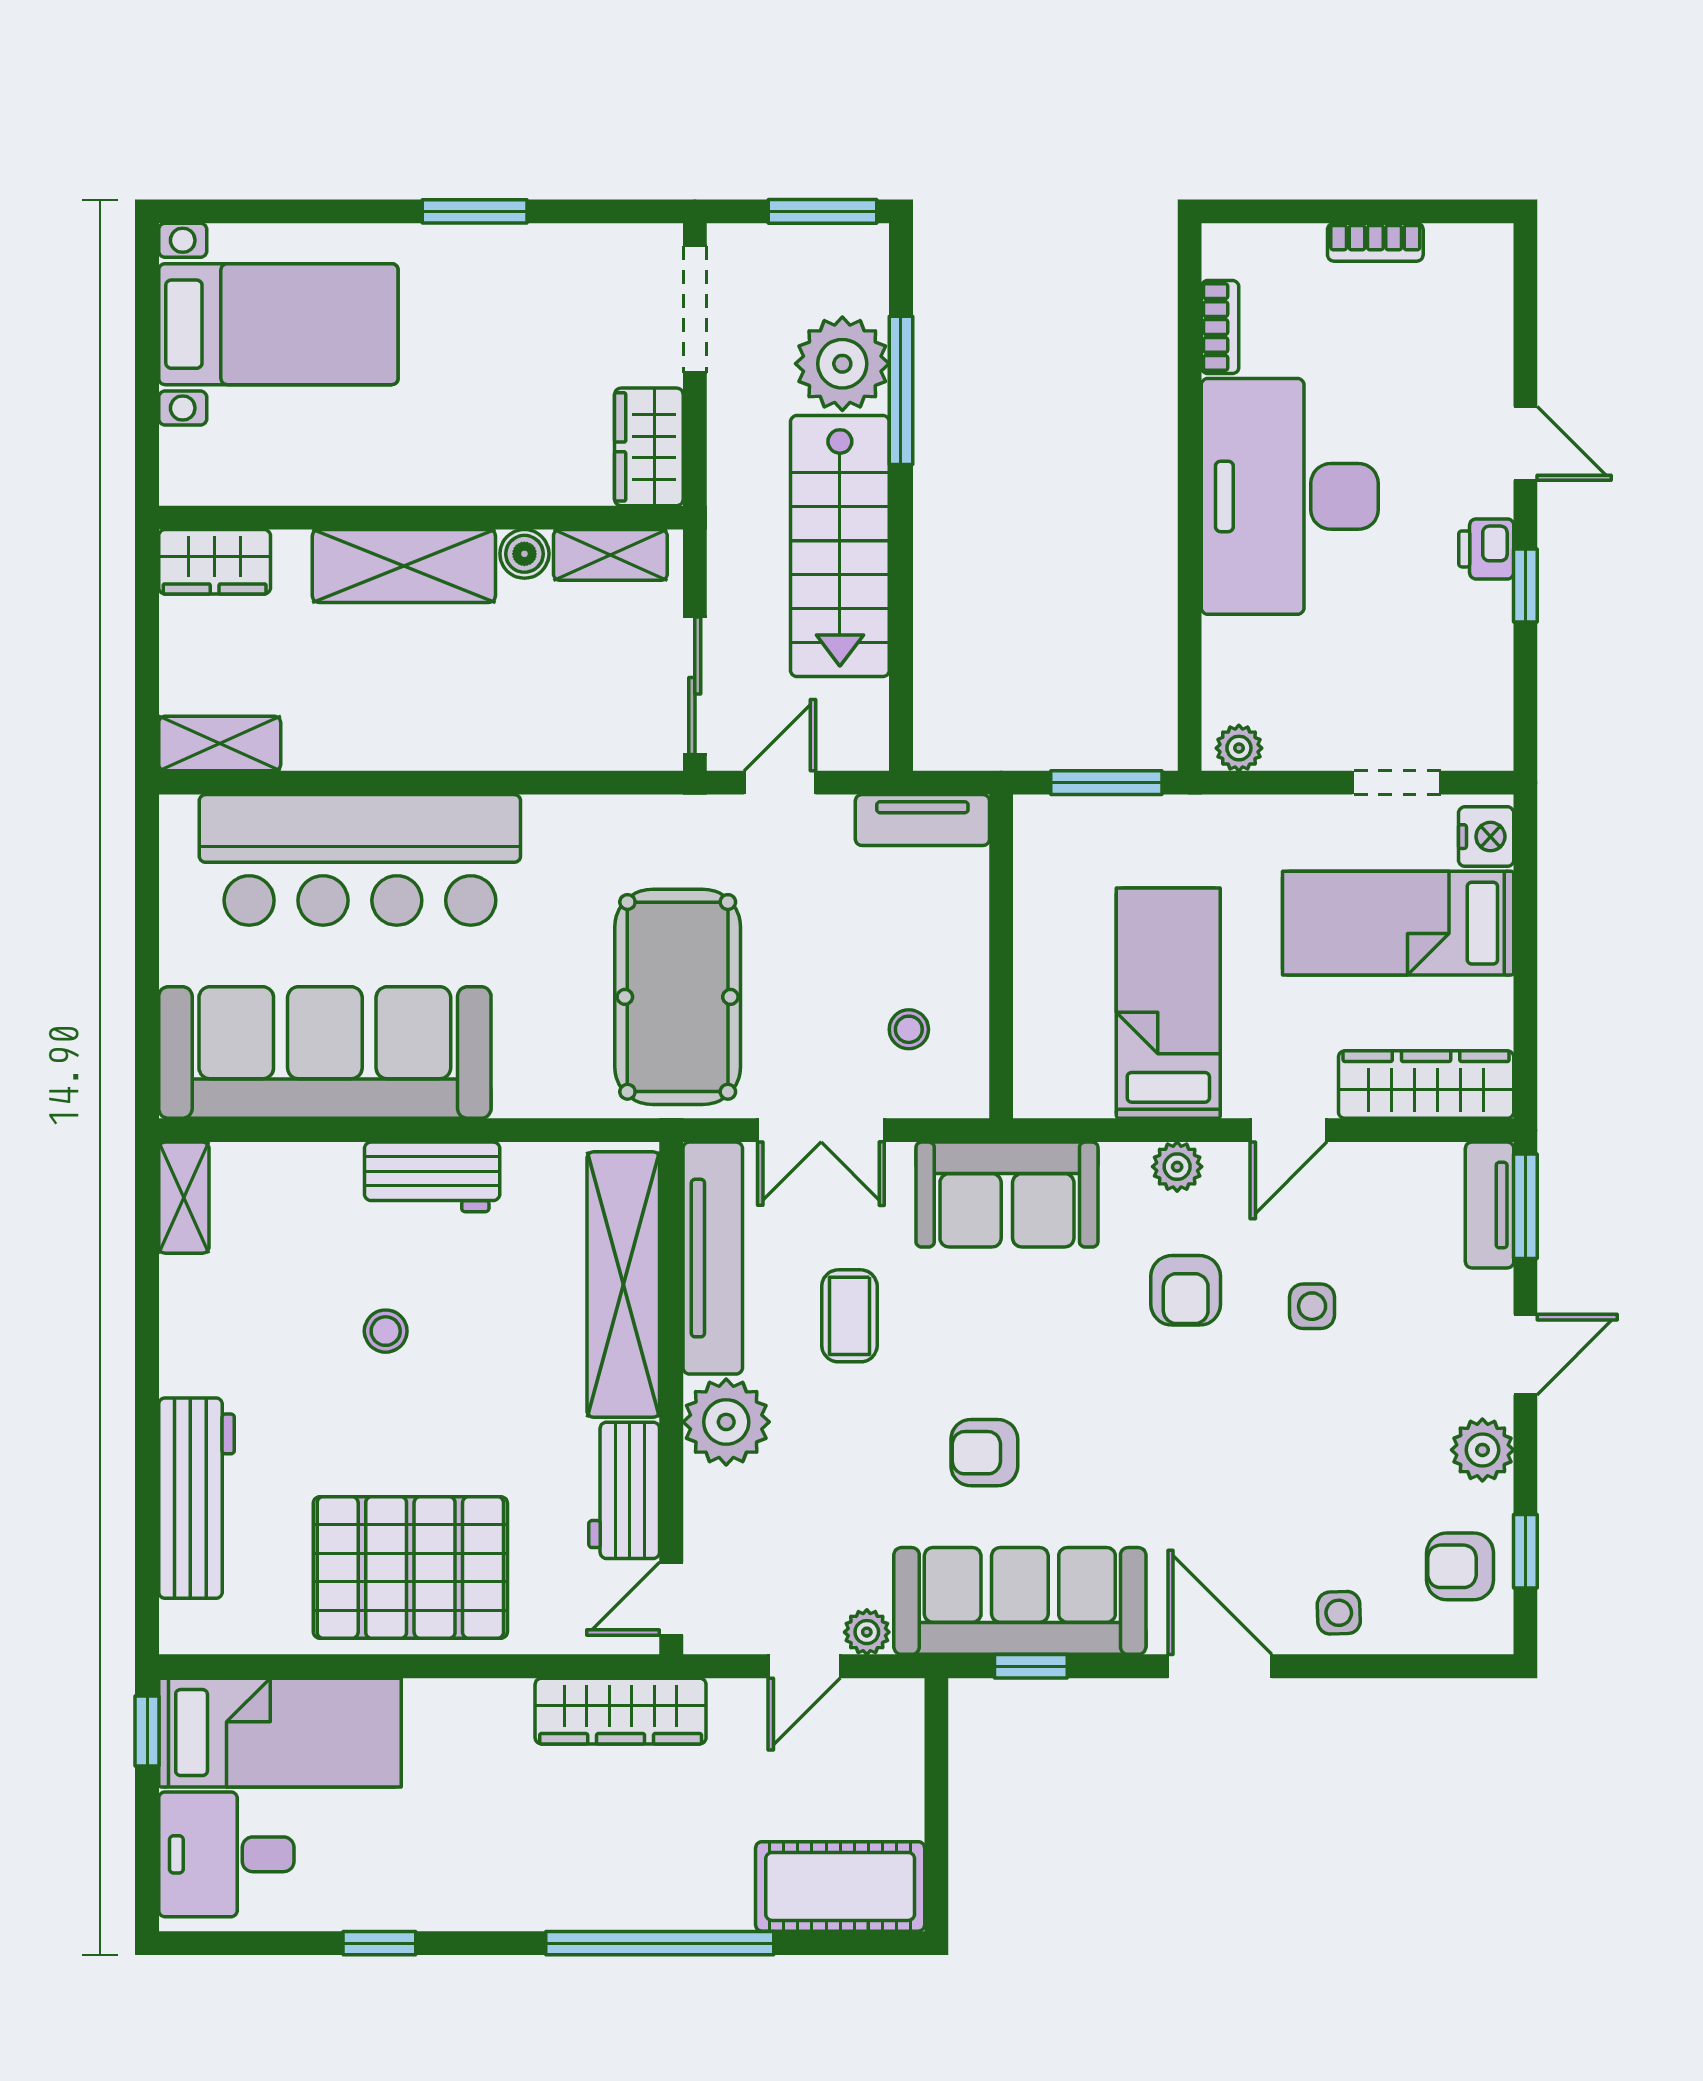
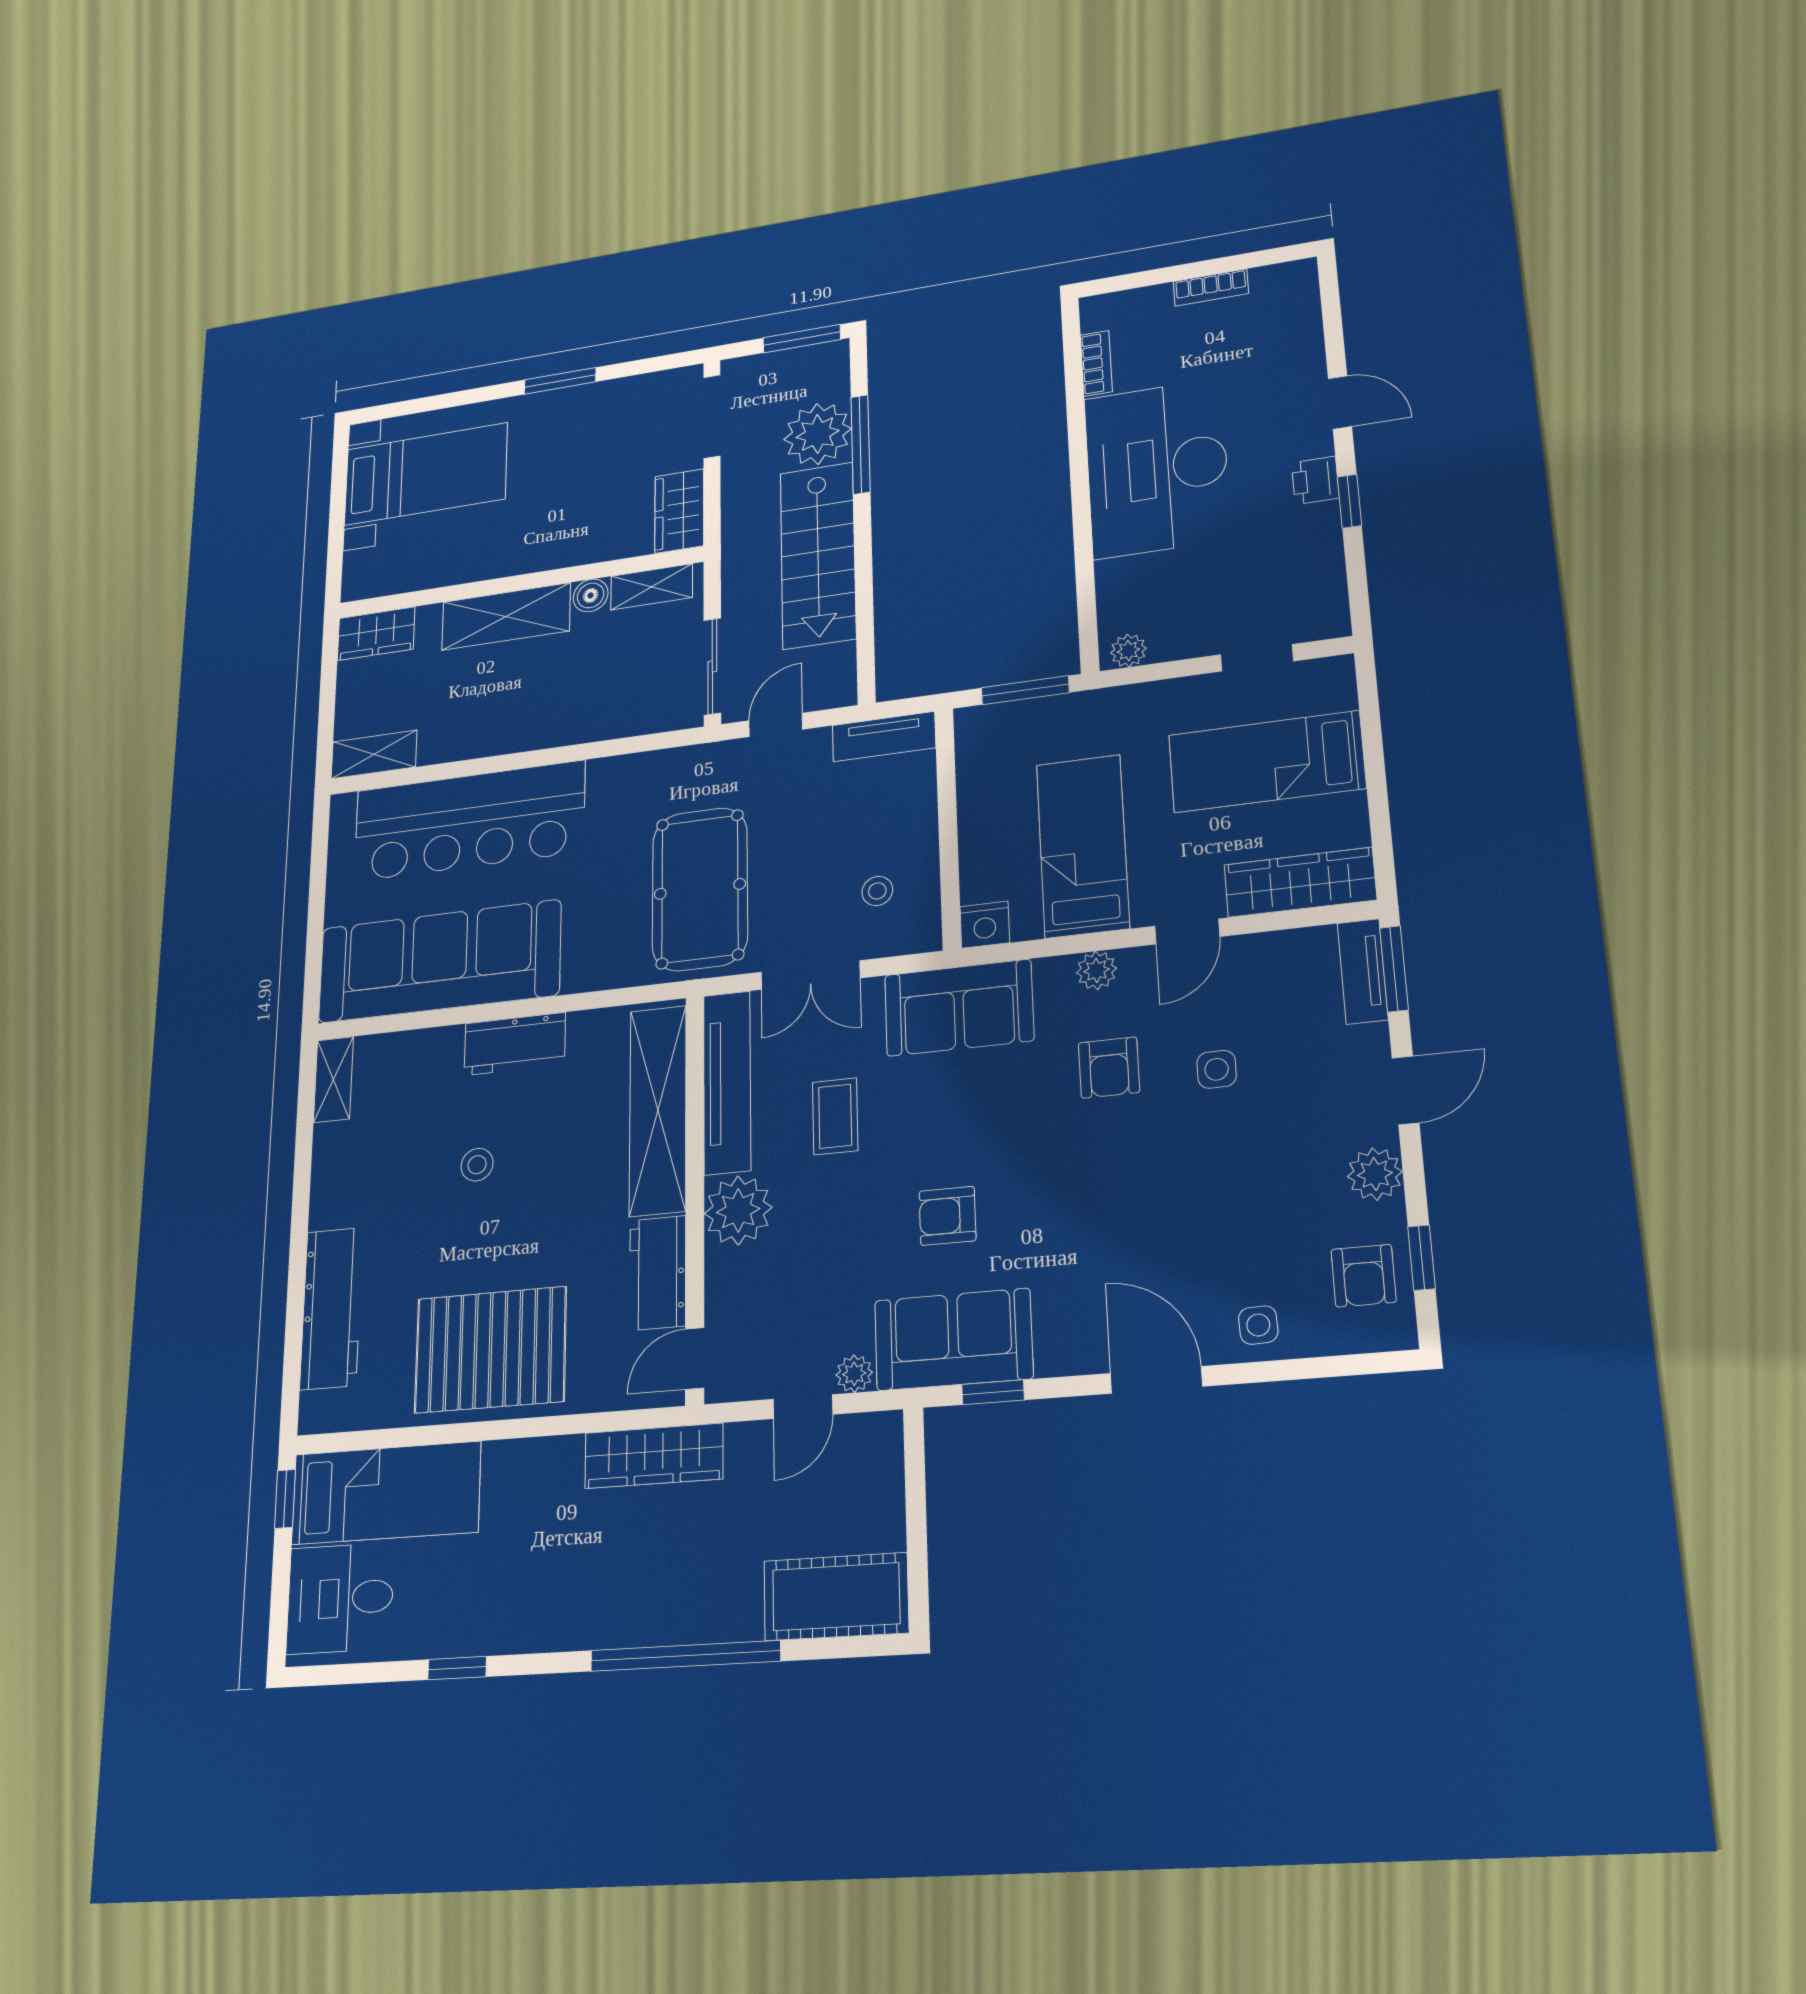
nightstand: (1486, 837) -> (985, 925), moved, turned 90
armchair: (1460, 1566) -> (1364, 1276), turned -90
sofa: (1020, 1601) -> (953, 1339), width x0.73

